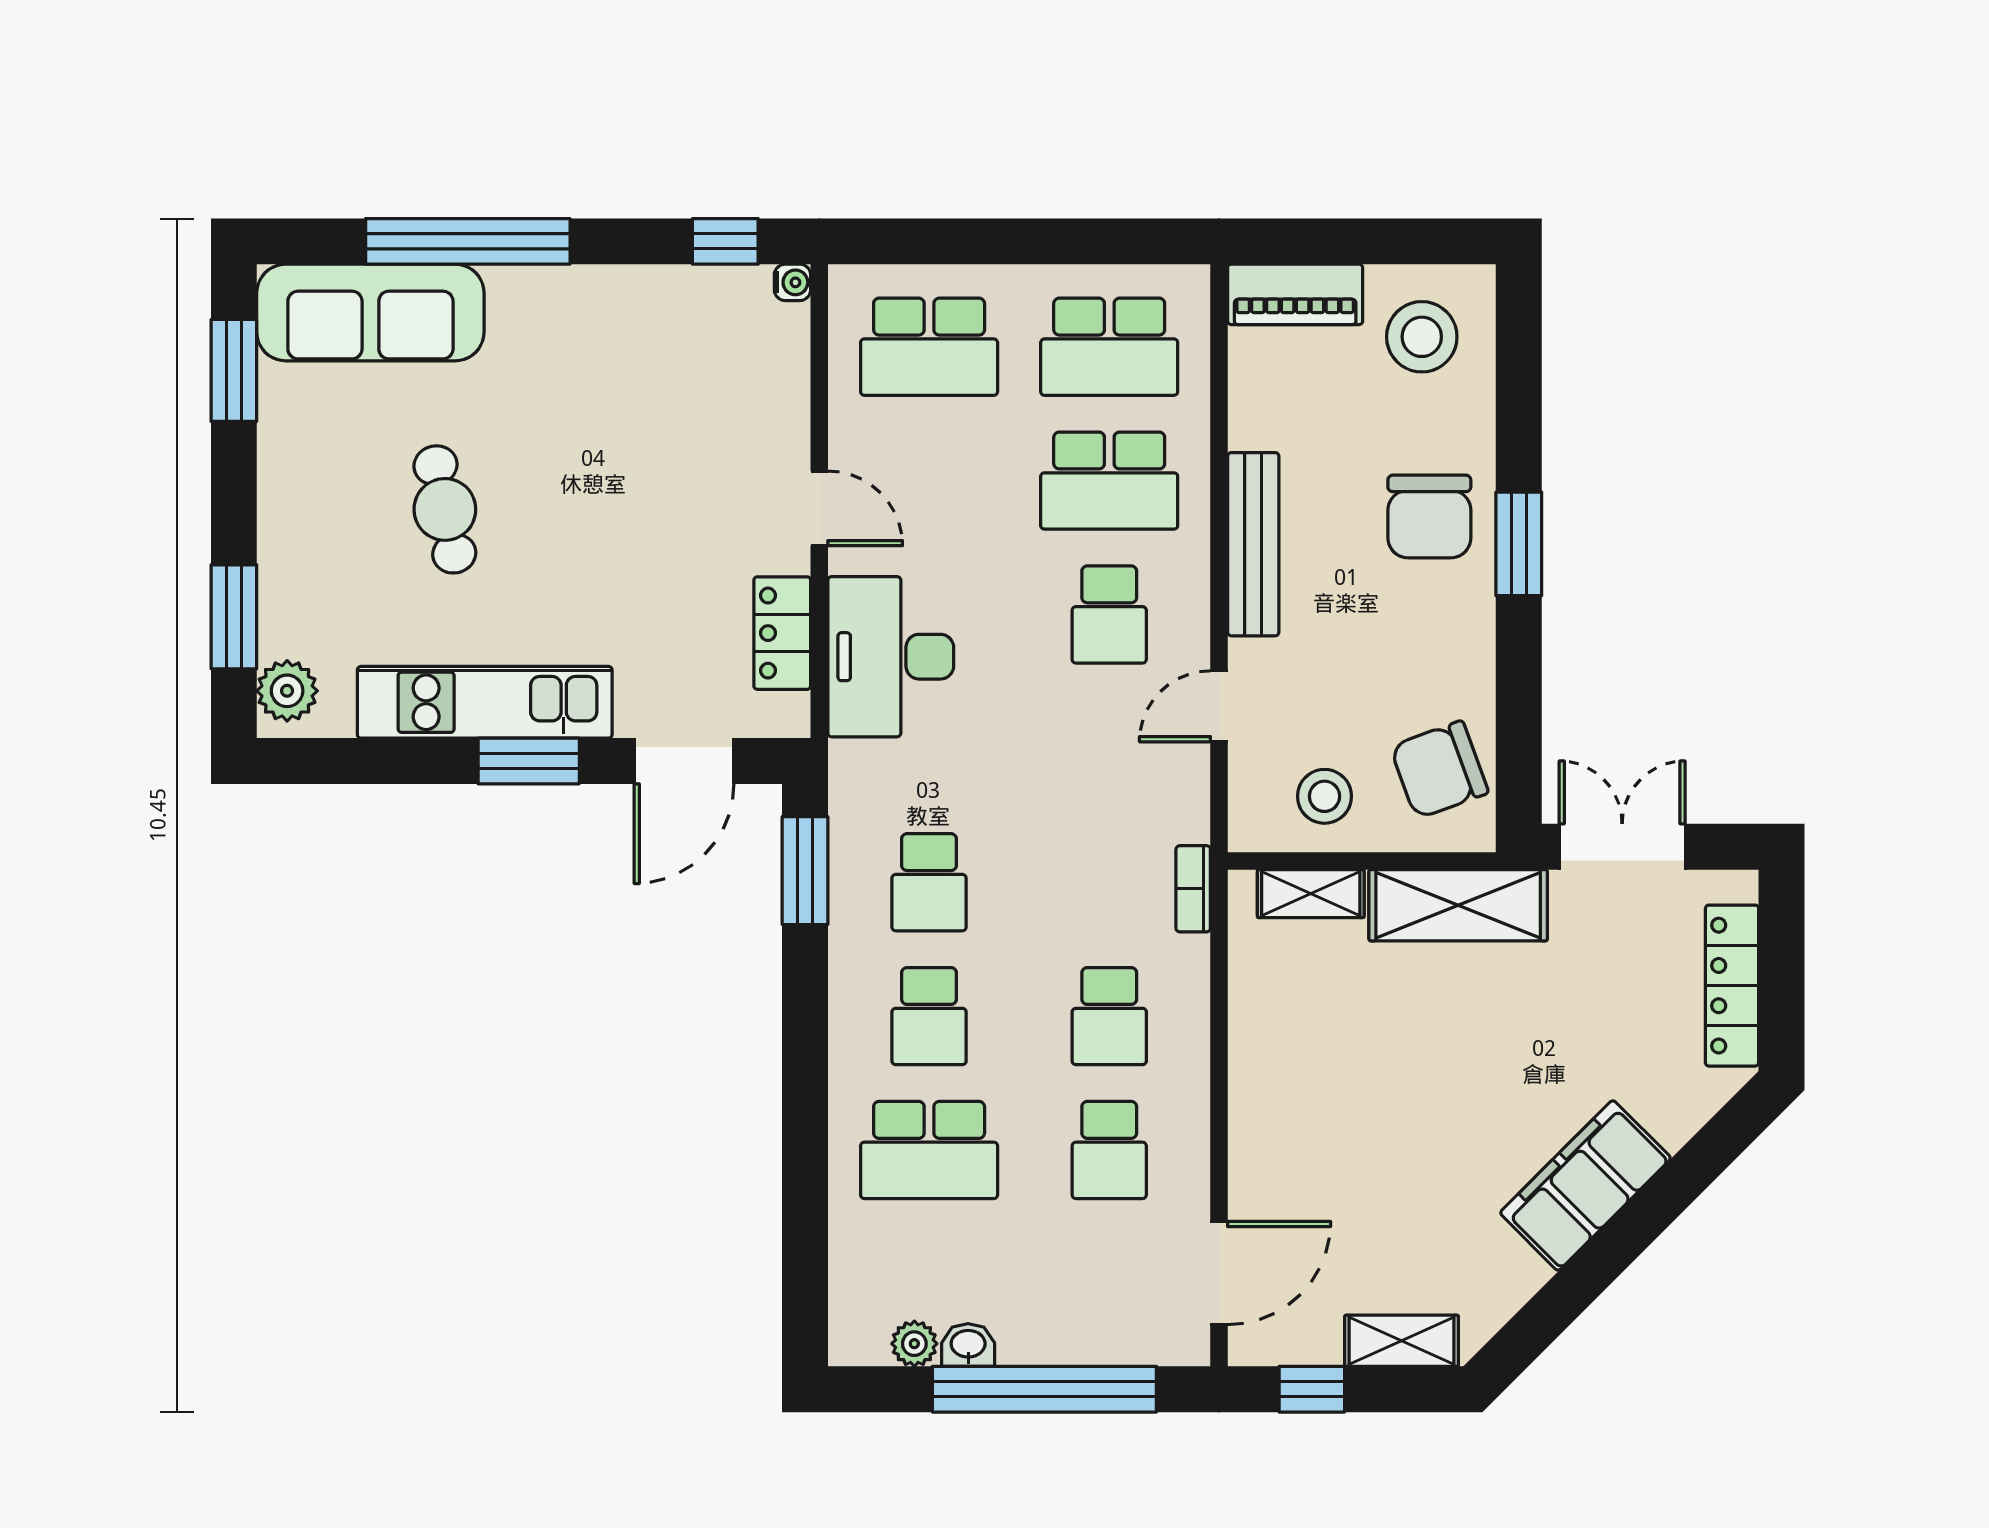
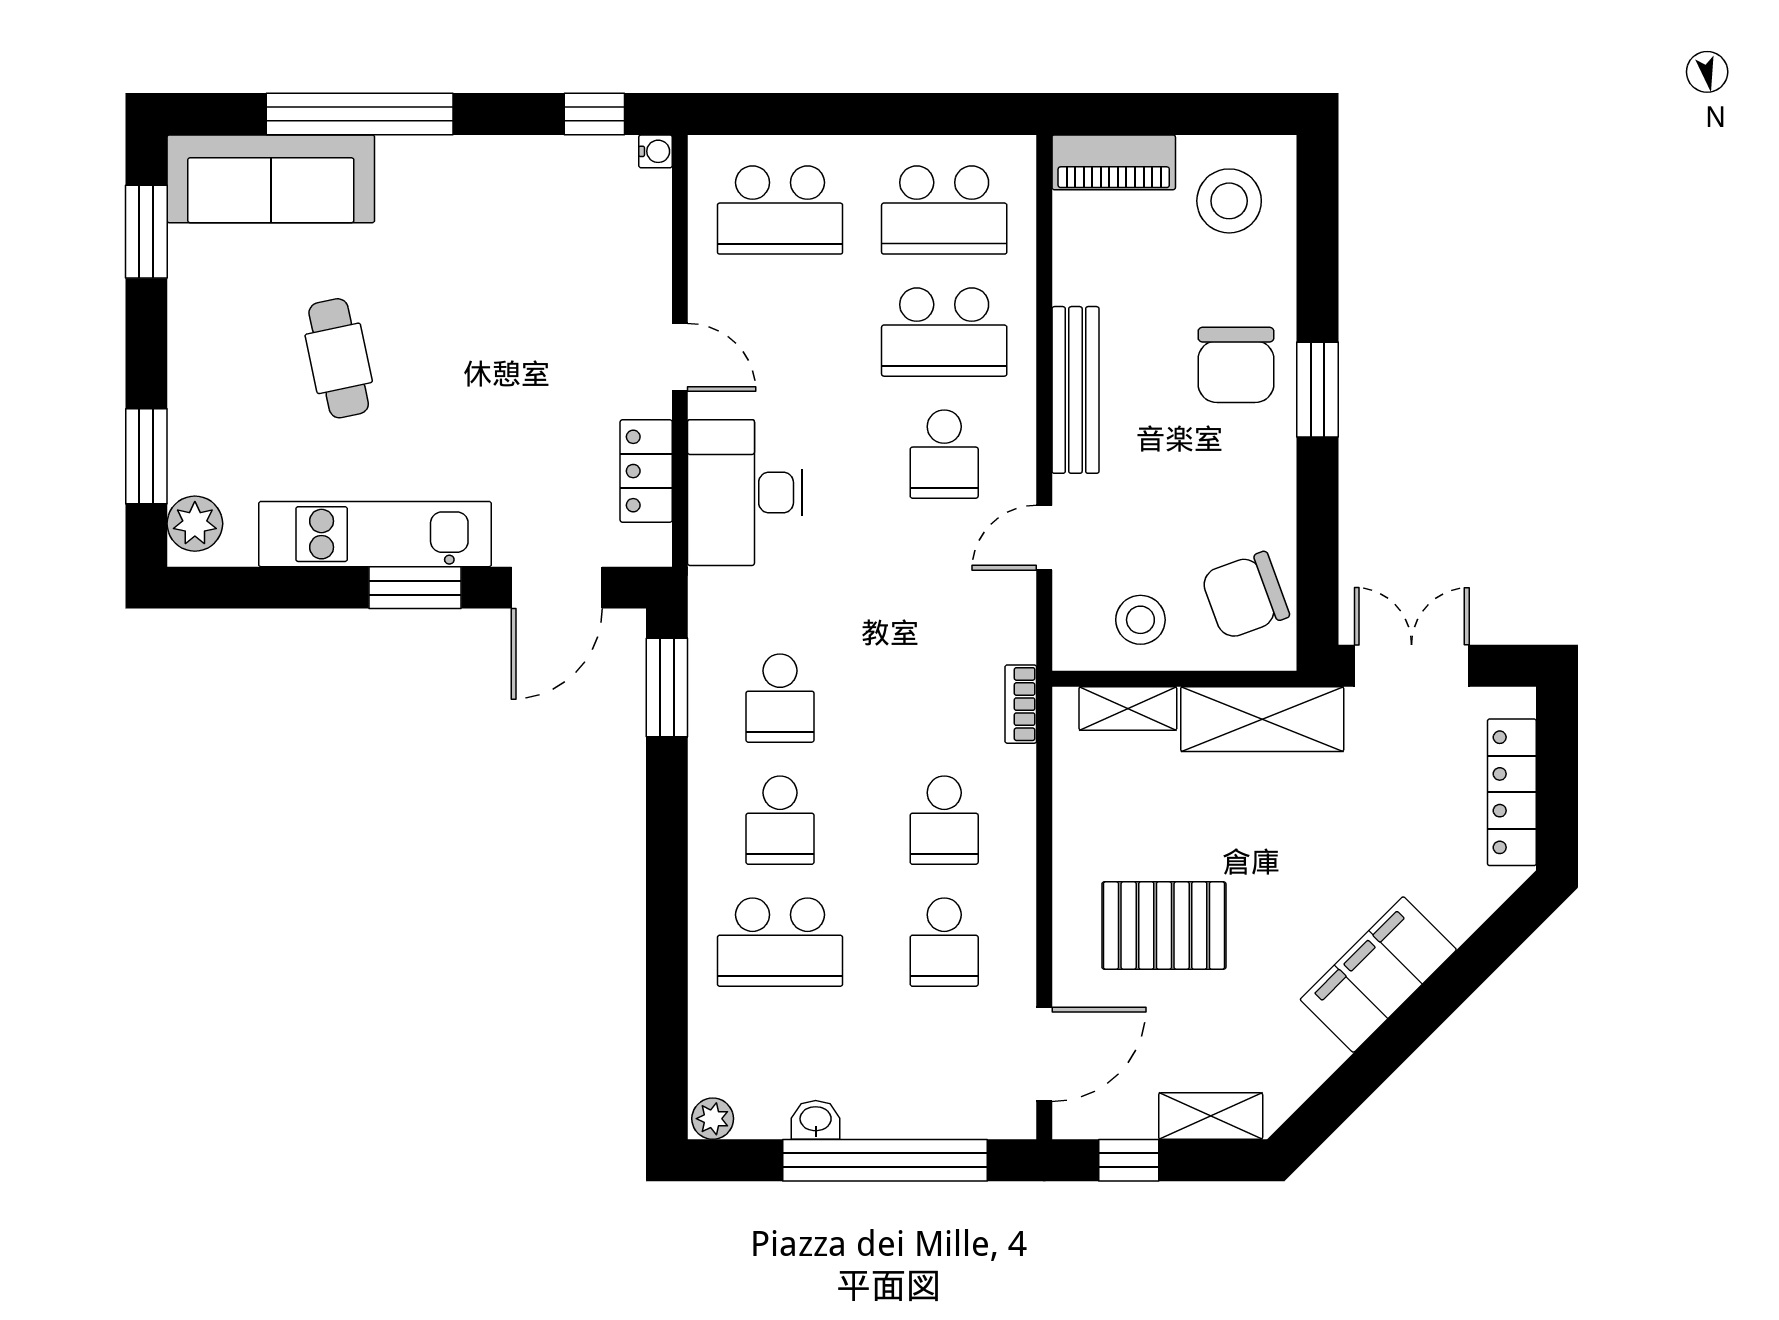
pallet: (1350, 1132) -> (1164, 925), added
plant: (914, 1344) -> (713, 1119), moved

